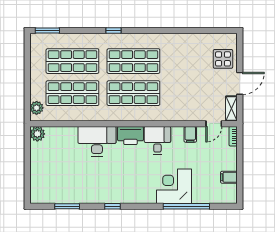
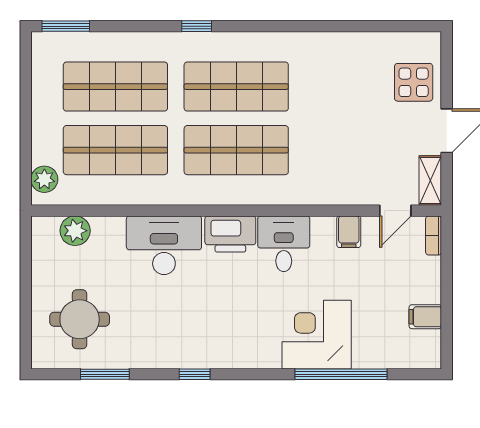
plant: (37, 134) -> (75, 231), moved
round table: (54, 179) -> (80, 319), added

